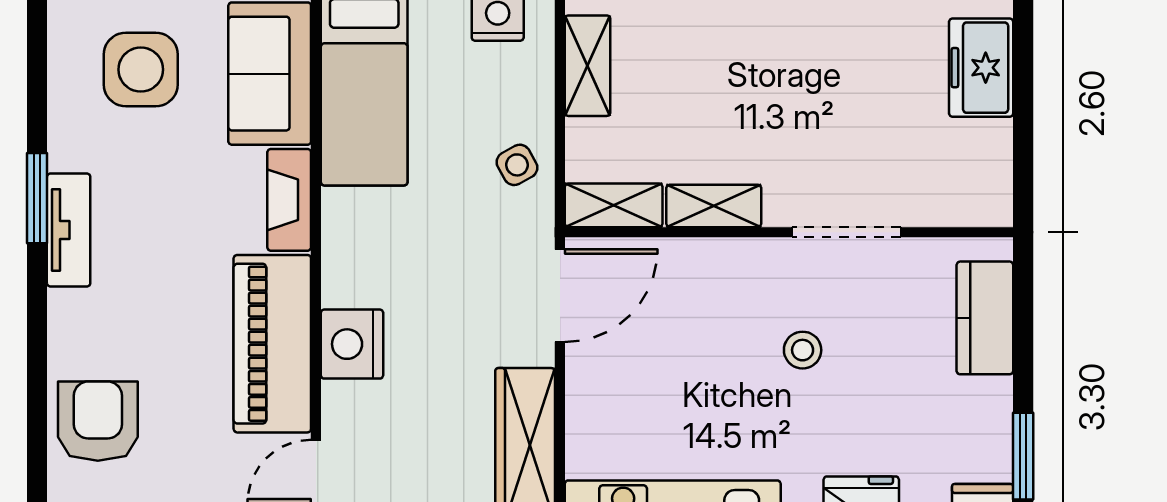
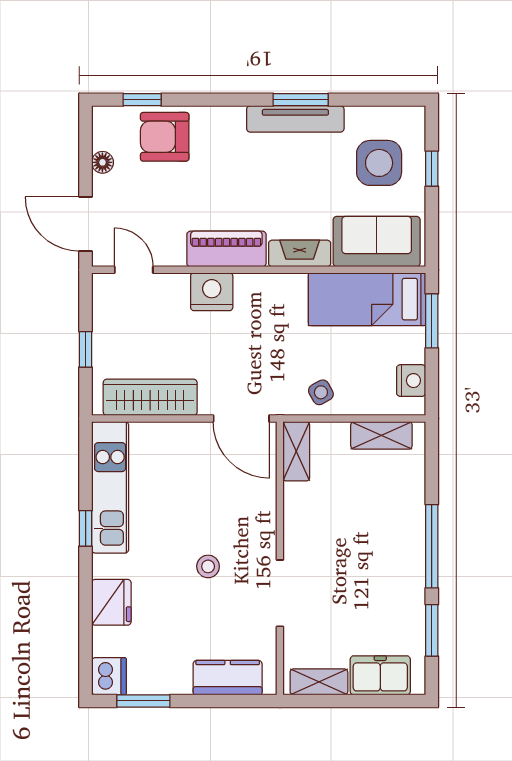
shelving: (714, 206) -> (319, 682), moved, turned 90
tv unit: (69, 230) -> (295, 119), width x1.41
piano: (272, 344) -> (226, 249), width x0.73, depth x0.75
armchair: (98, 421) -> (165, 137), turned 180
window: (37, 458) -> (142, 100), added

